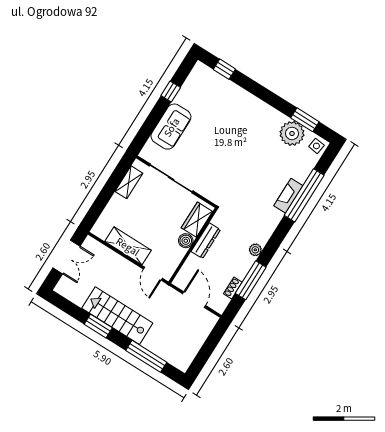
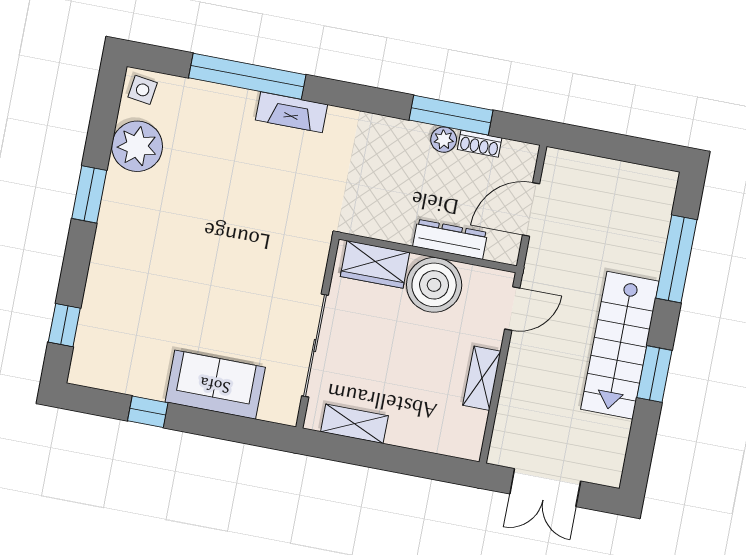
window: (305, 120) -> (89, 194), moved
fireplace: (288, 196) -> (291, 112), moved
boiler: (186, 241) -> (434, 285), width x1.86, depth x1.86
dresser: (206, 241) -> (450, 239), moved
shelving: (128, 246) -> (482, 378), width x0.67, depth x0.75
plant: (255, 250) -> (444, 140), moved
double door: (66, 257) -> (545, 488), swing flipped

